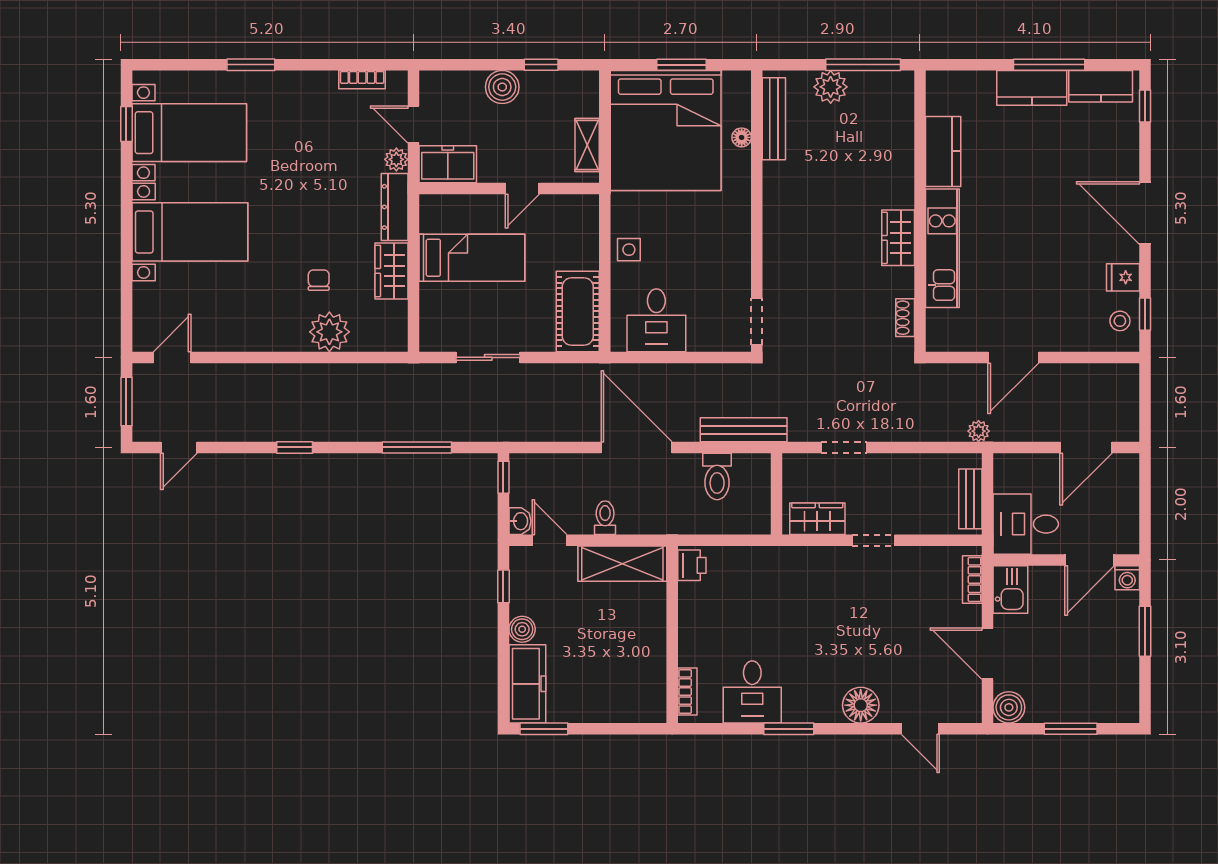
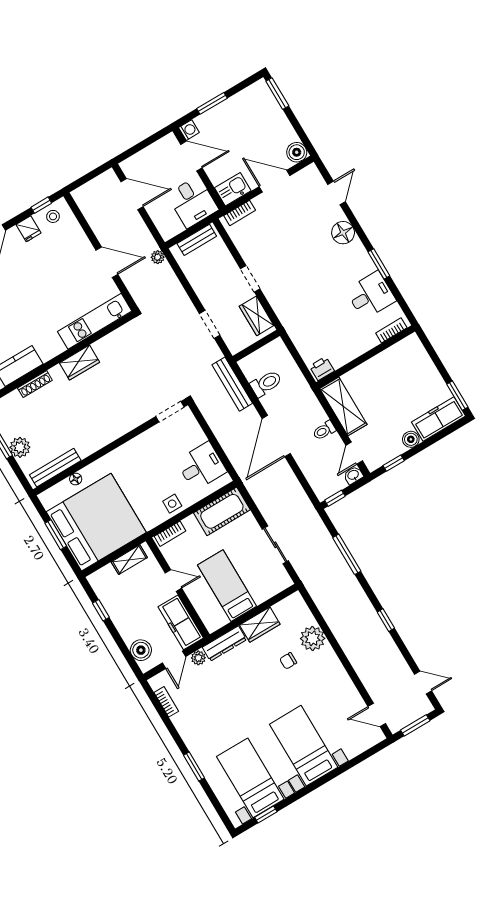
boiler: (502, 87) -> (141, 650), moved
freezer: (448, 164) -> (181, 622), width x1.40
bookcase: (590, 222) -> (170, 534), added
kitchen unit: (942, 248) -> (95, 321), moved
shoe rack: (905, 318) -> (35, 384), moved, width x1.43
door: (987, 654) -> (275, 181), swing flipped
window: (1071, 729) -> (277, 94), moved

